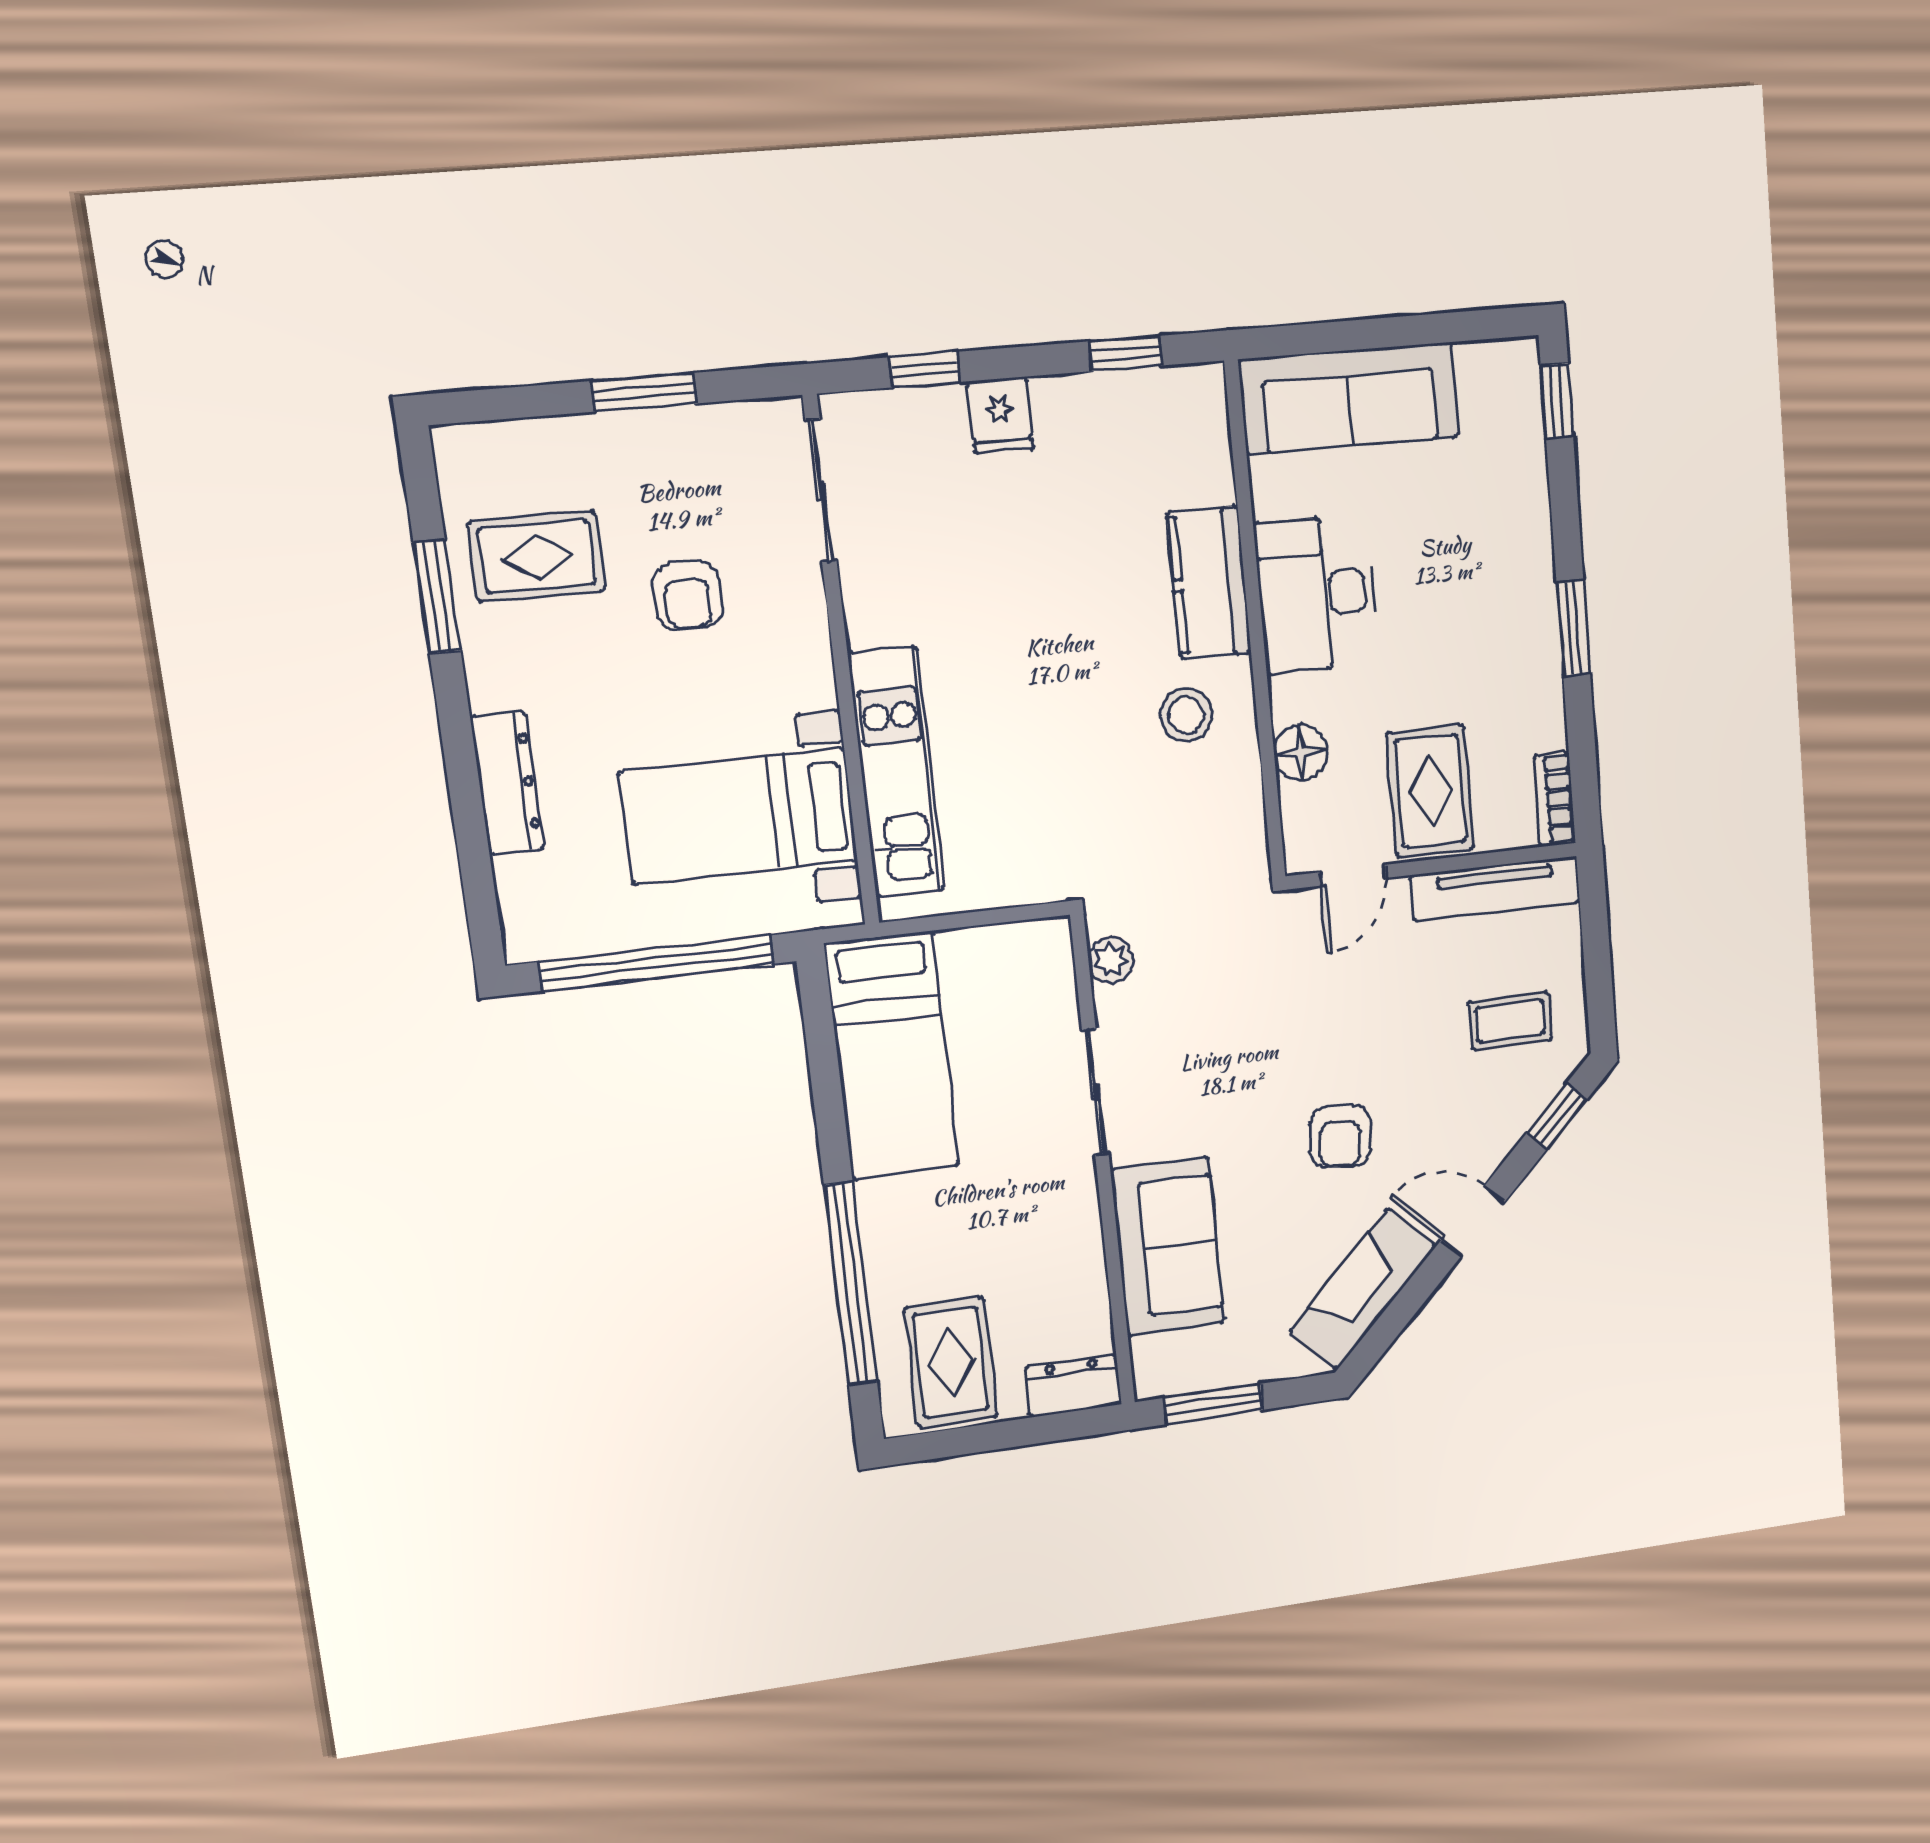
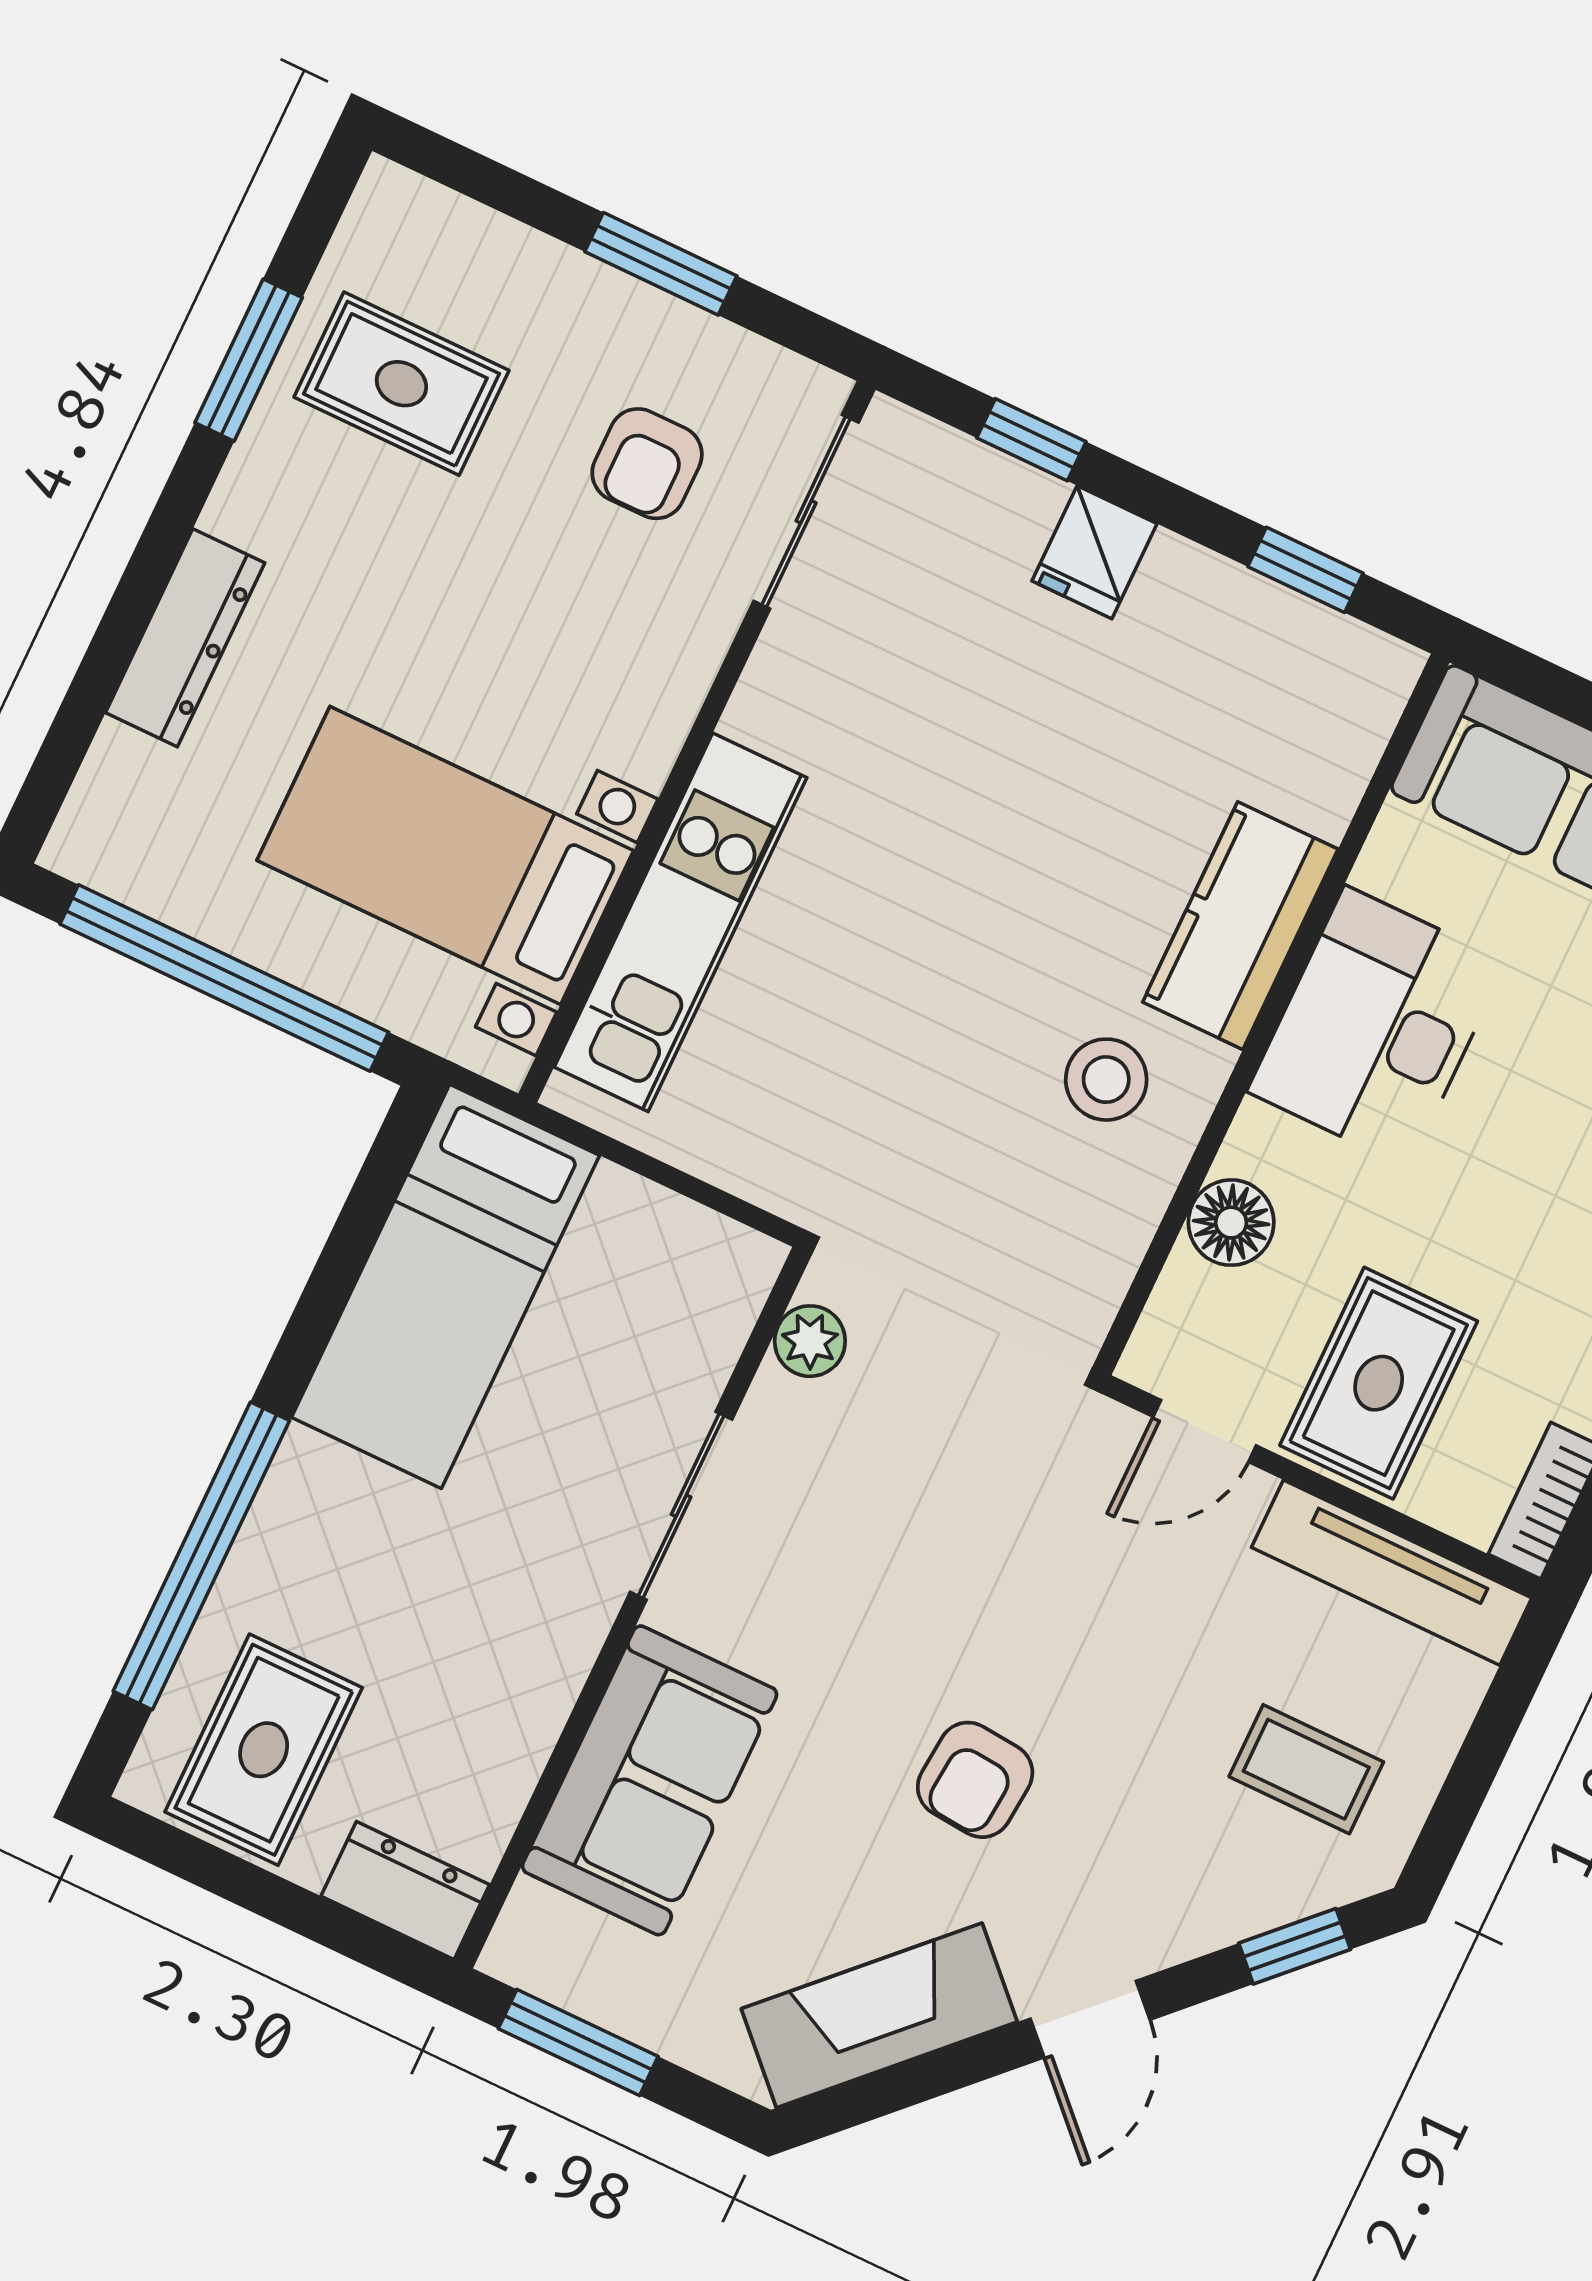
armchair: (687, 595) -> (647, 464), moved
door: (1473, 1221) -> (1090, 2019), swing flipped

